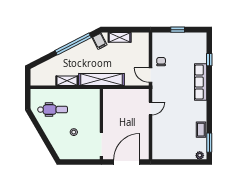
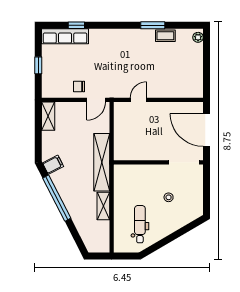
shelving: (120, 37) -> (48, 116), moved
row of seats: (201, 82) -> (65, 36), moved
door: (150, 108) -> (139, 100), hinge flipped
window: (209, 143) -> (153, 25), moved

